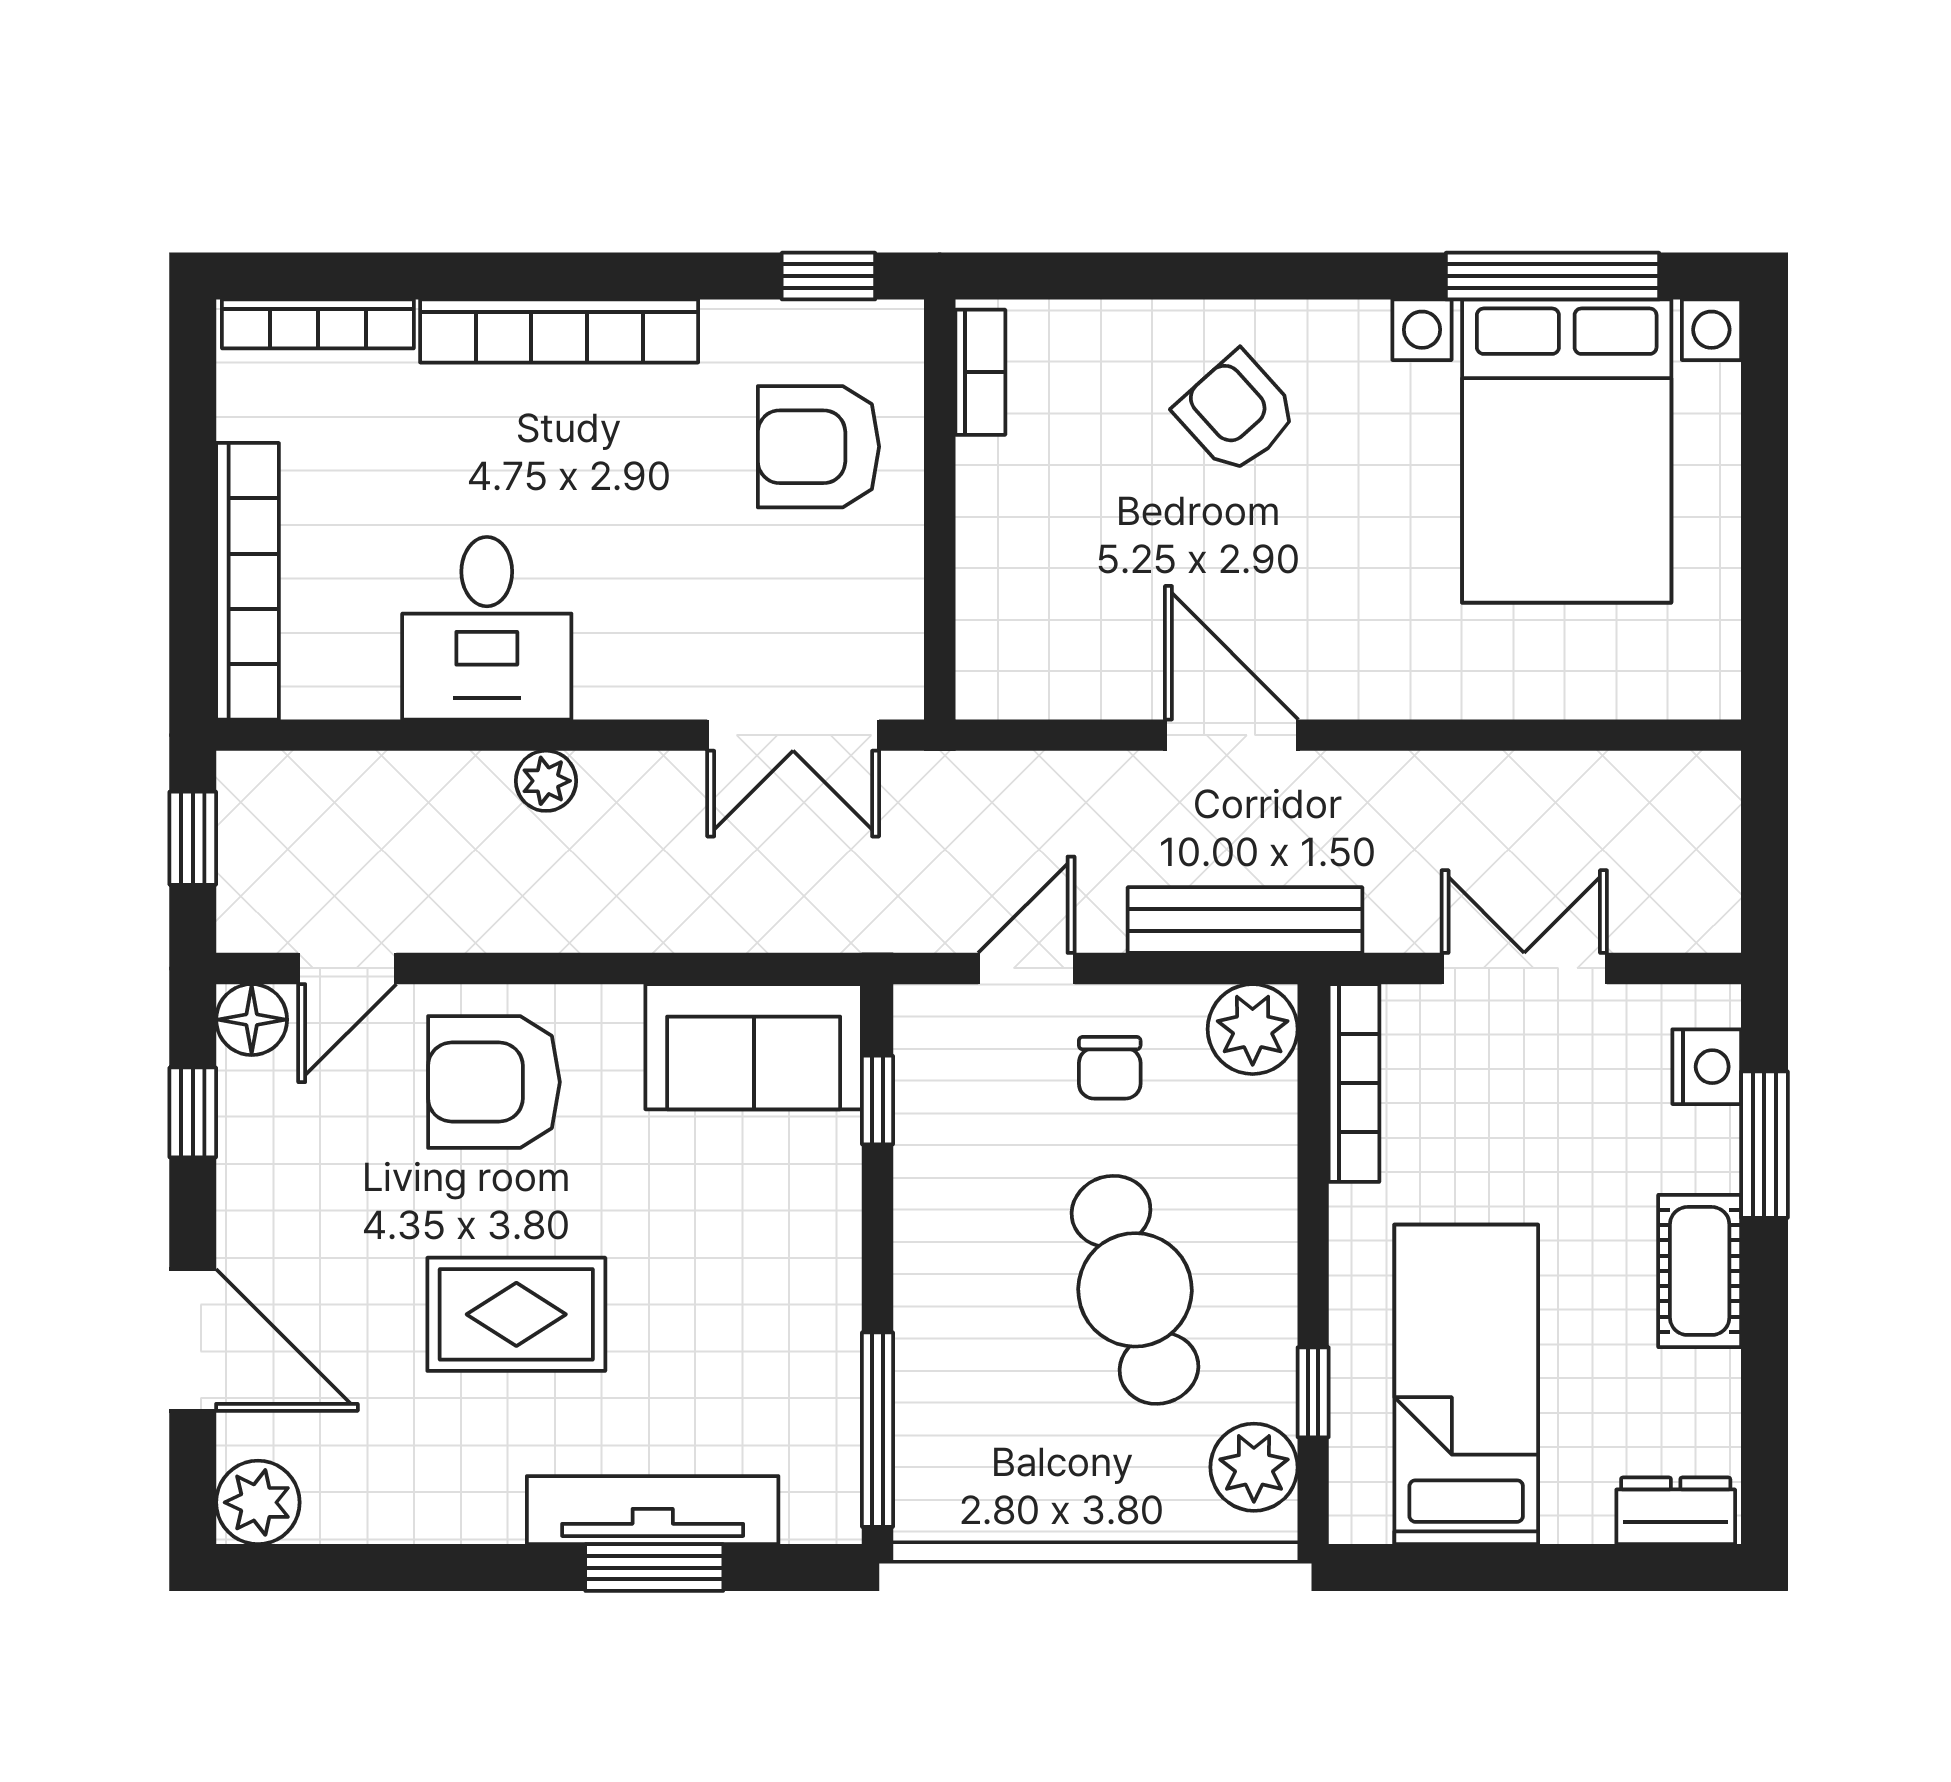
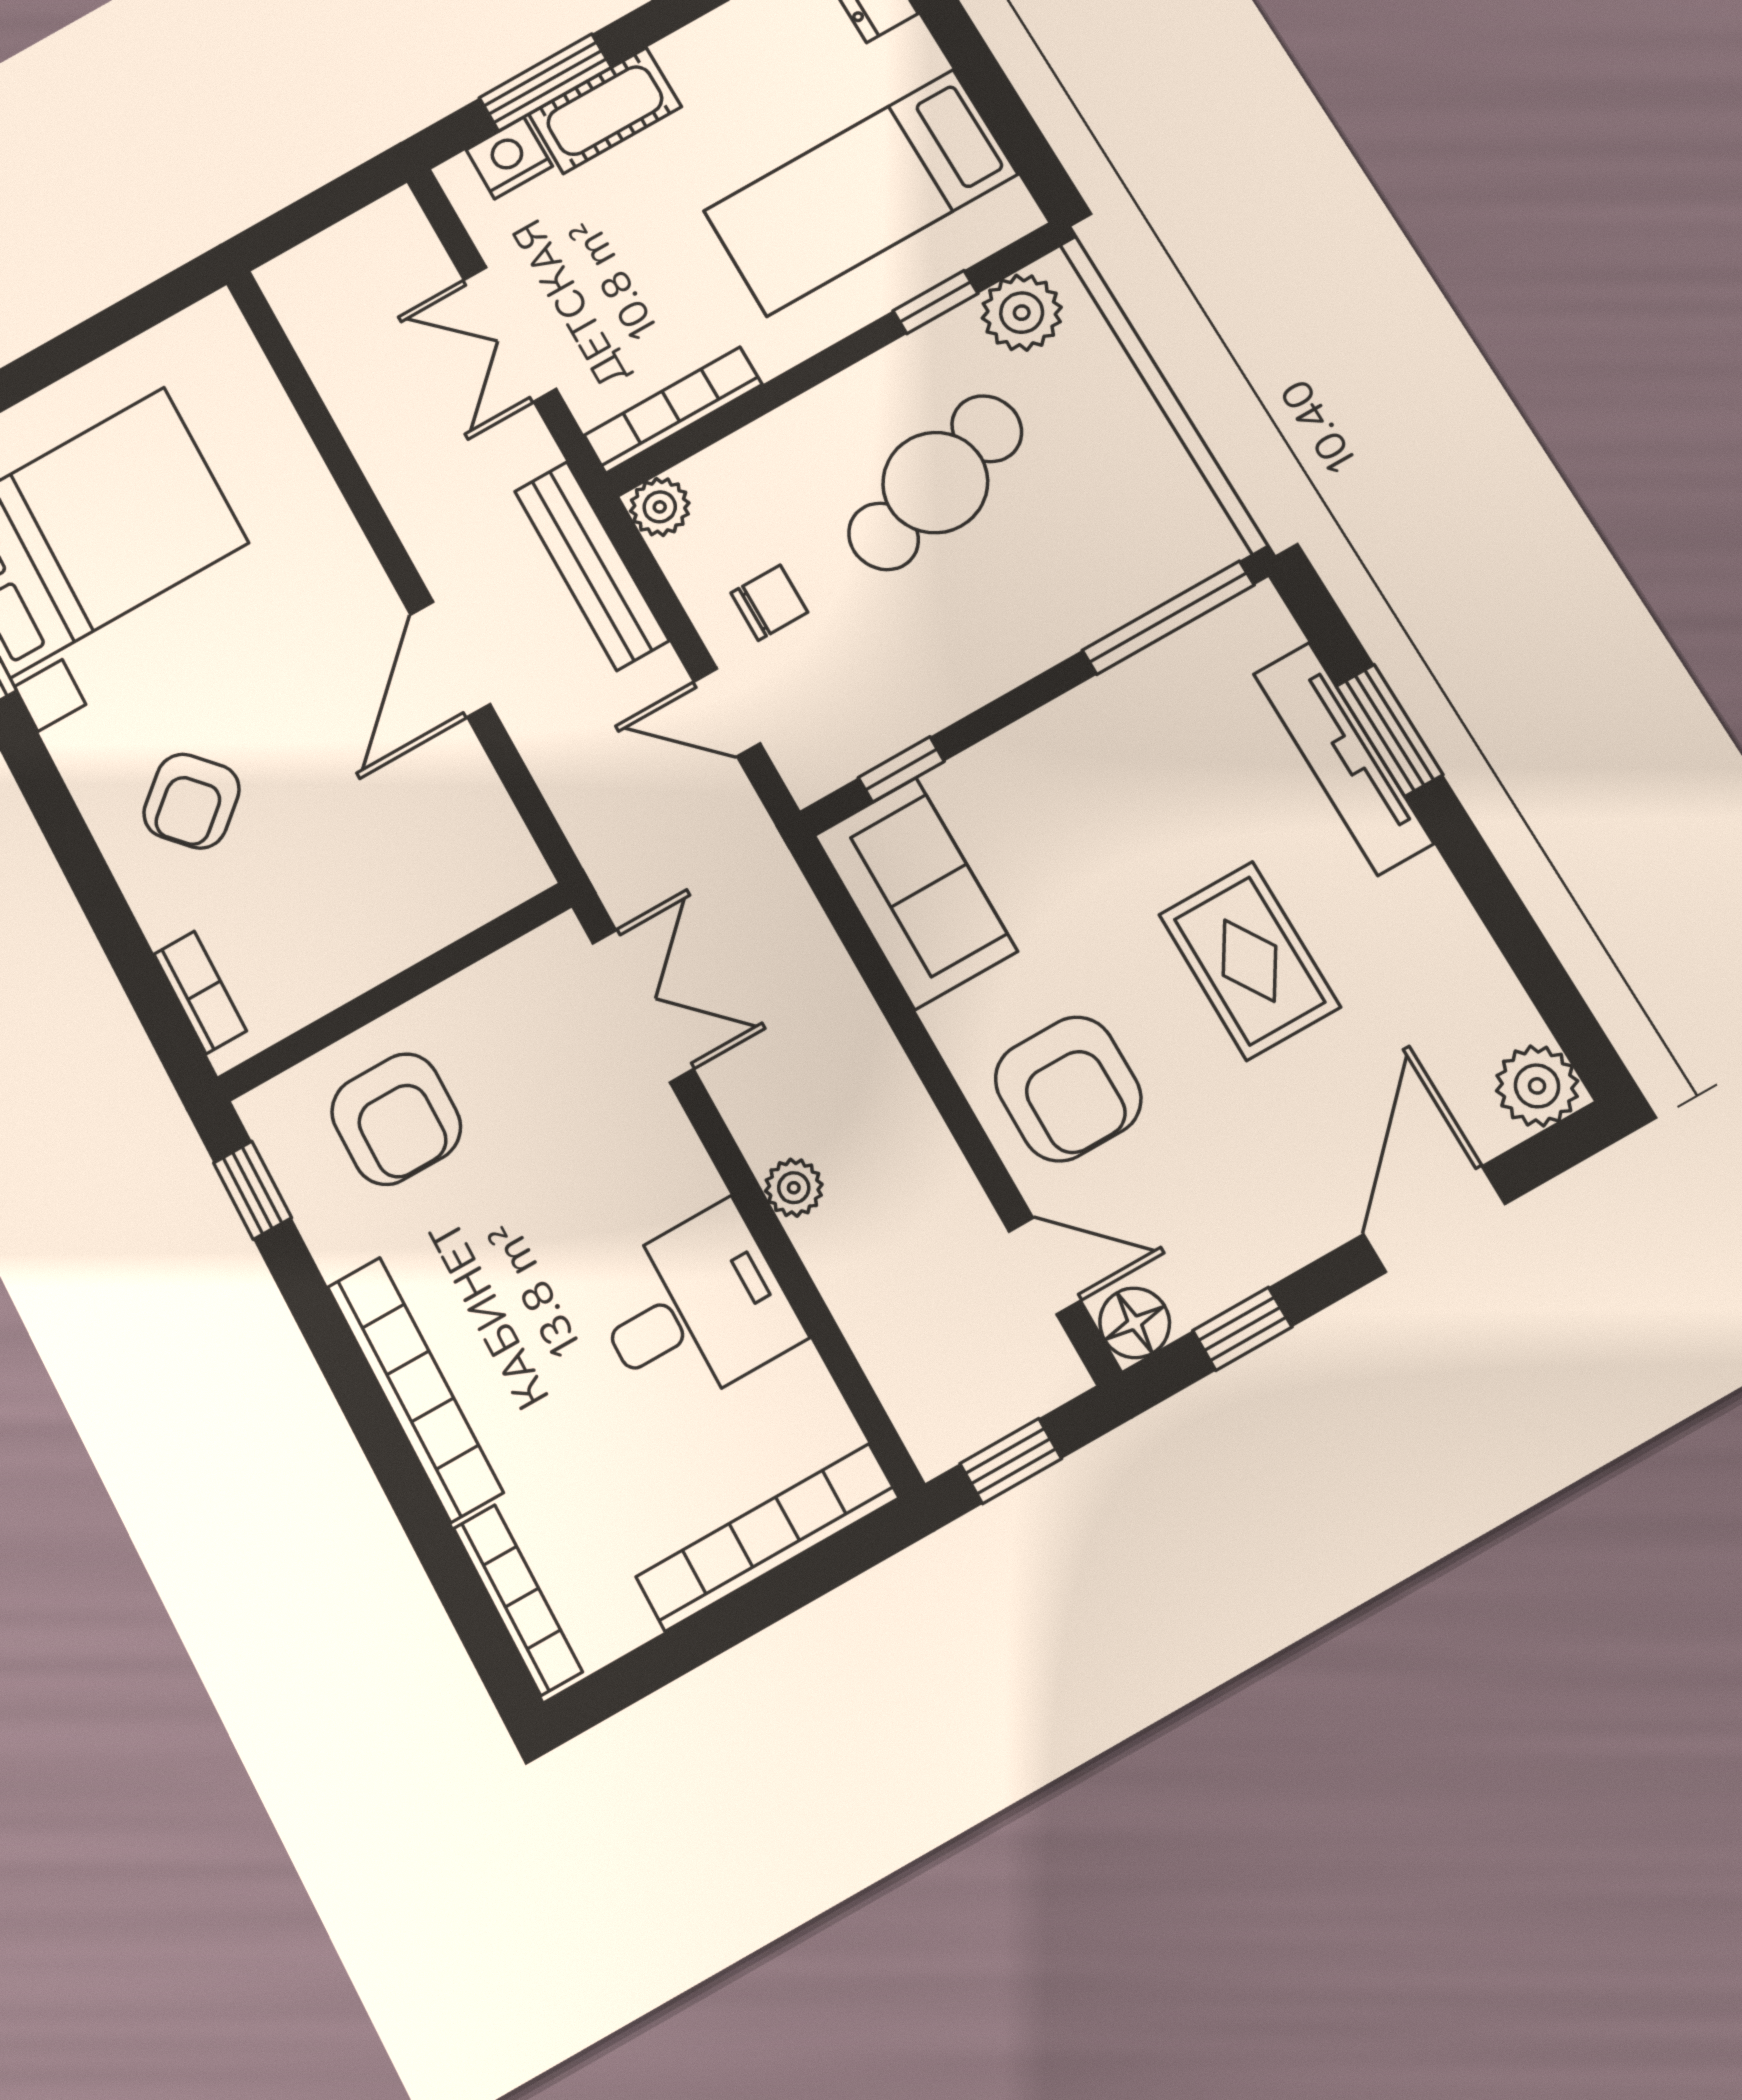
bookcase: (980, 372) -> (200, 992), moved, turned 90
plant: (1253, 1029) -> (660, 507), width x0.73, depth x0.73
cot: (1700, 1271) -> (605, 111), moved

